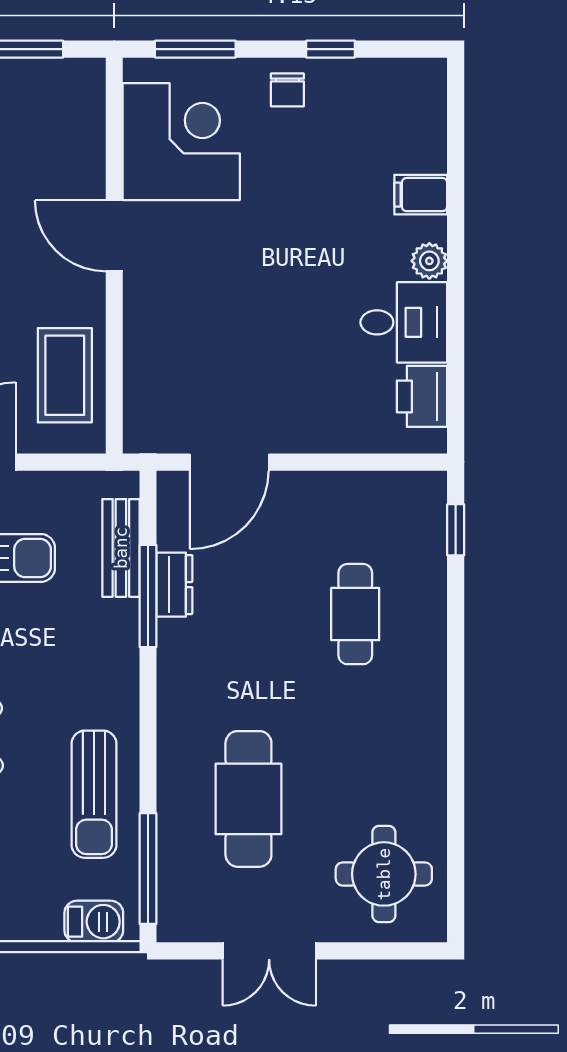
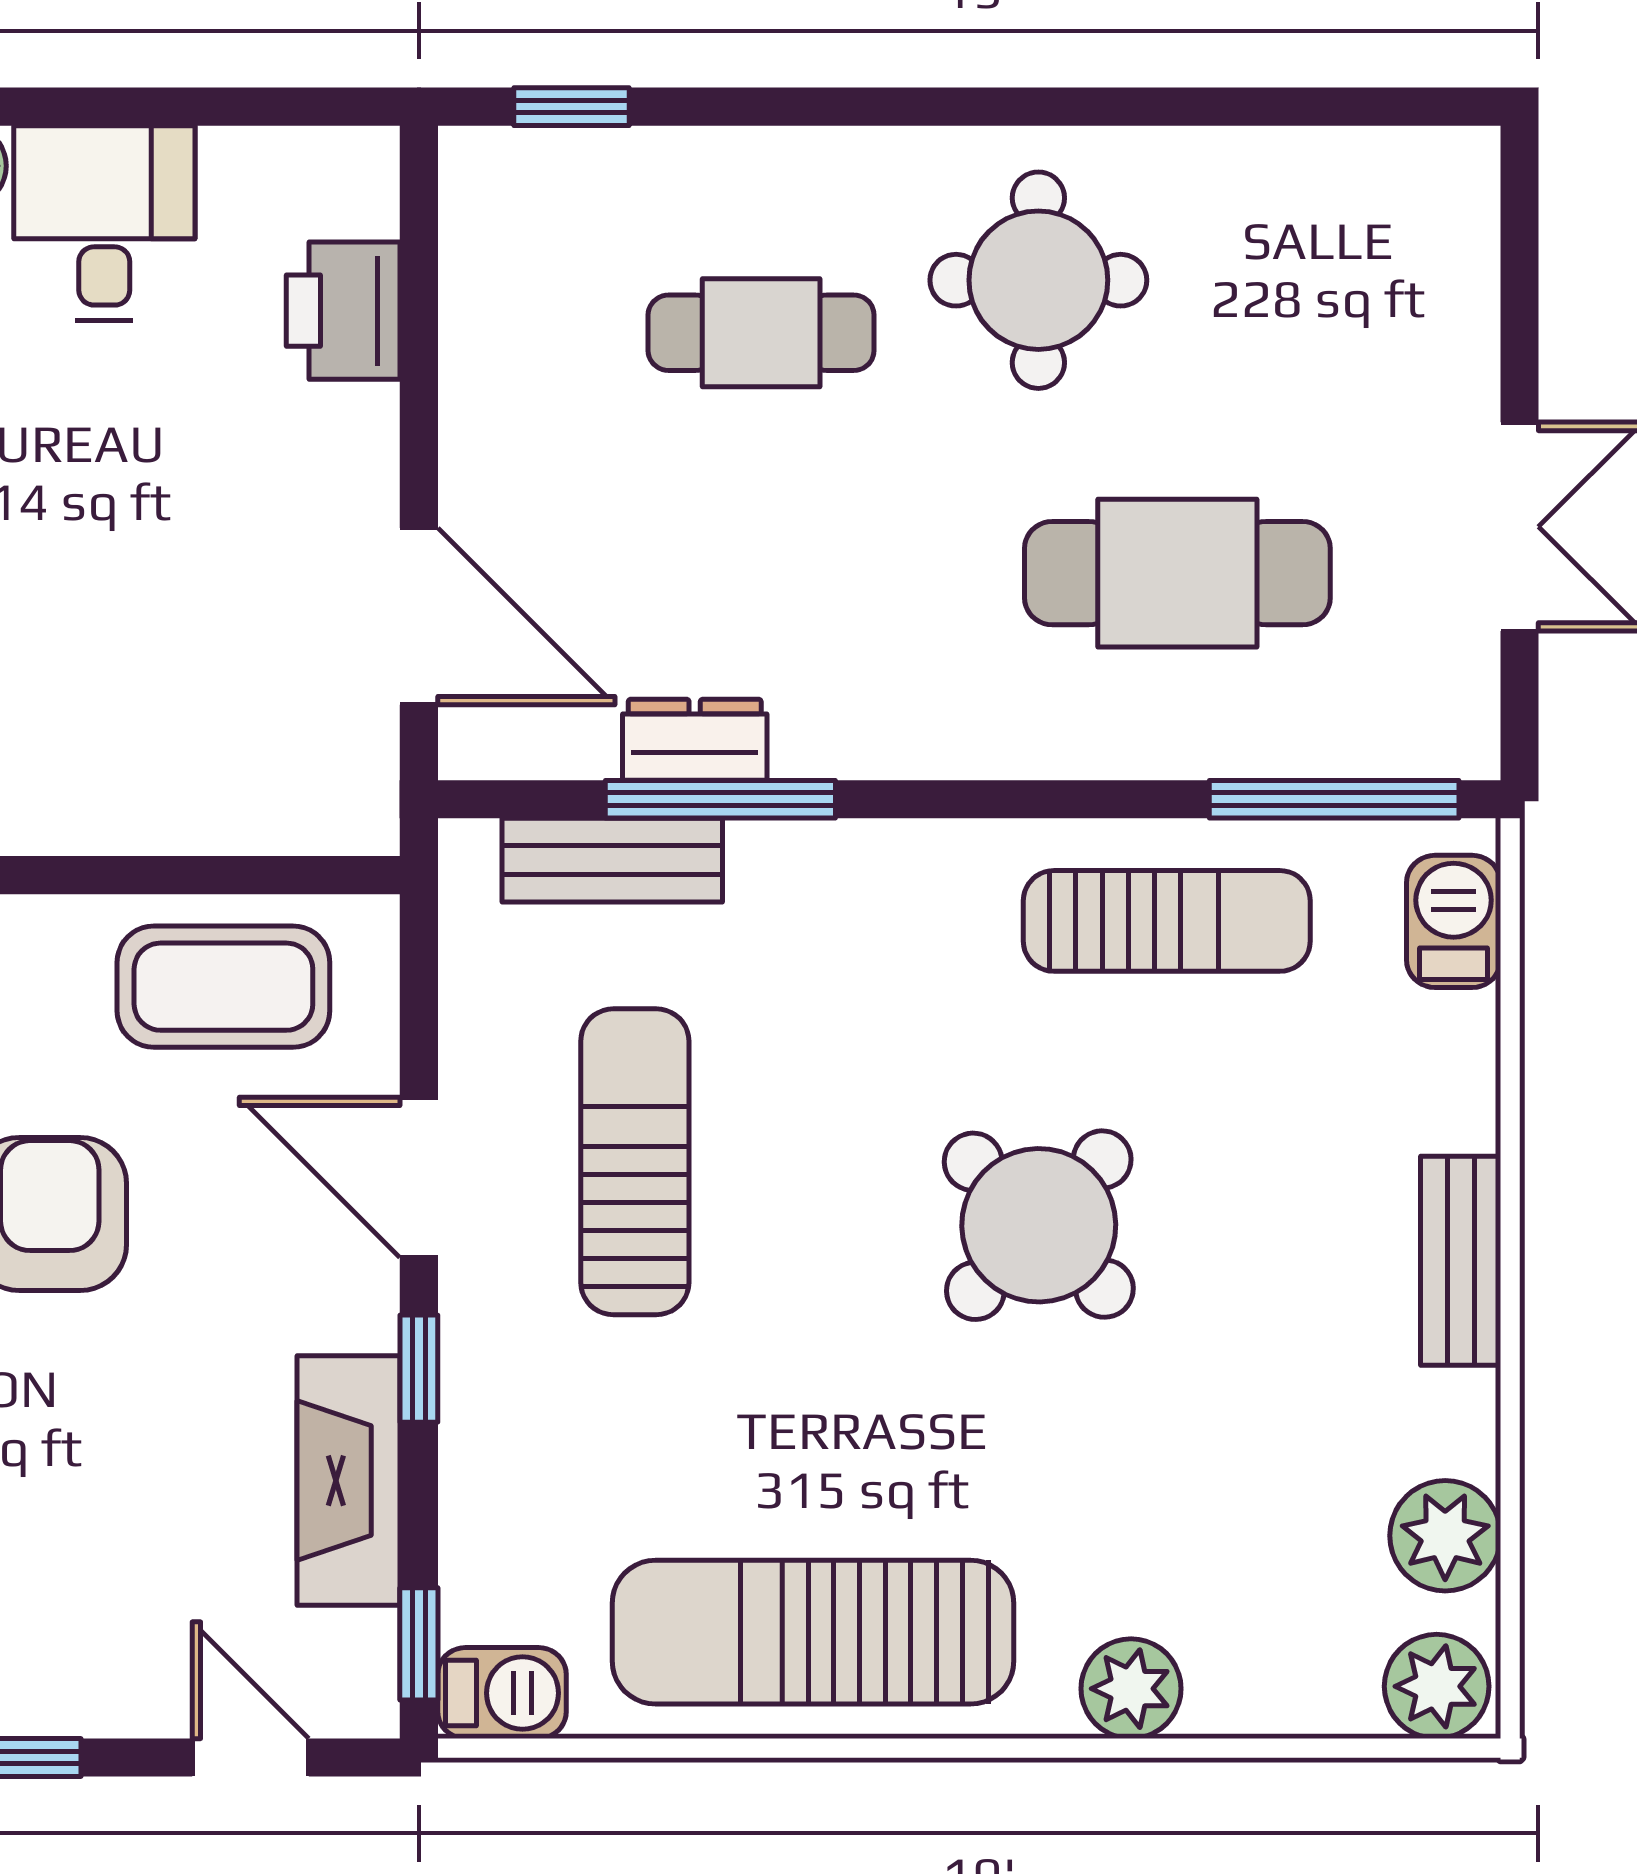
printer: (422, 396) -> (343, 311), moved, turned 90
round table: (384, 874) -> (1038, 280), moved

